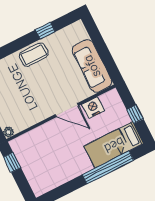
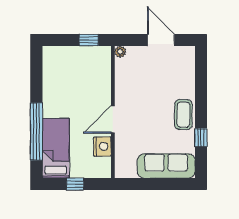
sofa: (92, 66) -> (166, 166), moved

